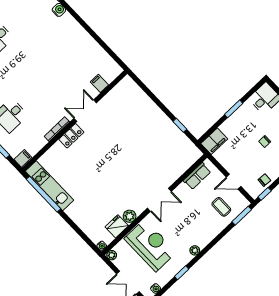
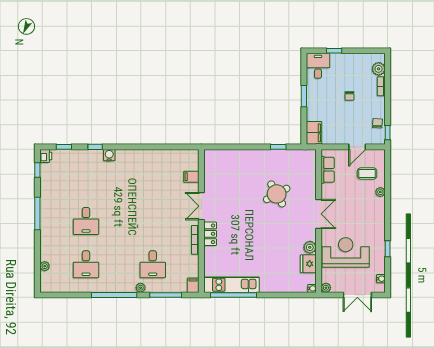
round table: (145, 156) -> (277, 194), added
window: (242, 216) -> (388, 165), removed
plant: (195, 250) -> (380, 192), moved

